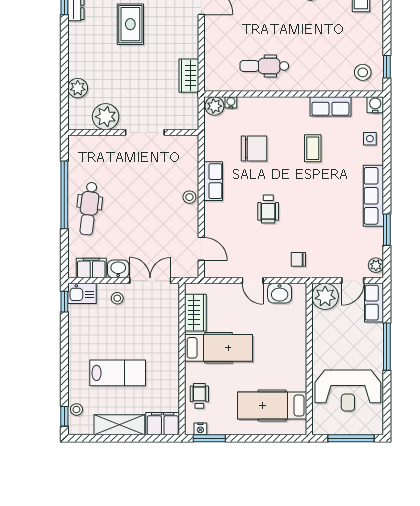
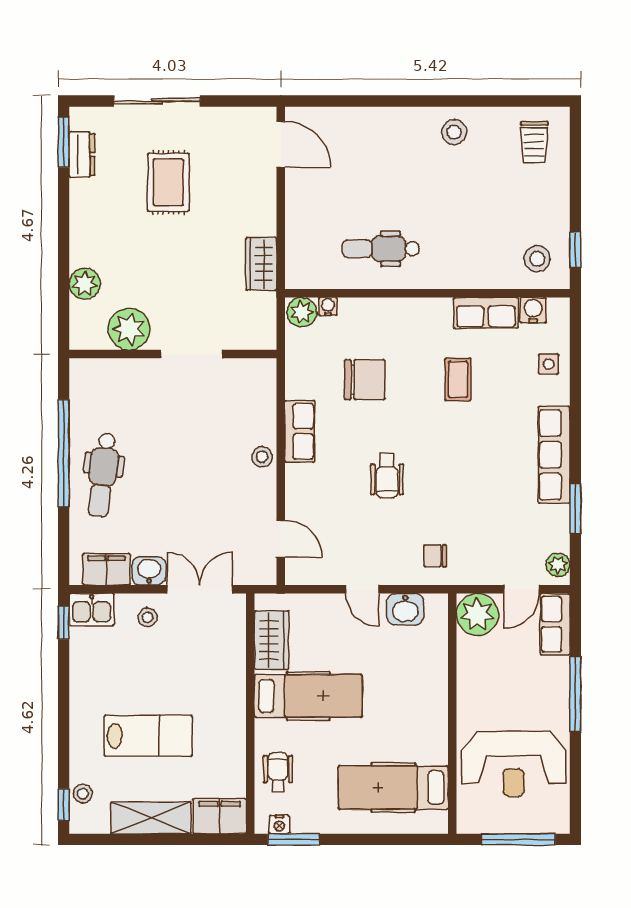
water cooler: (375, 105) -> (533, 310), moved

